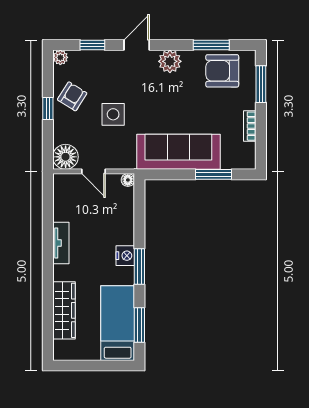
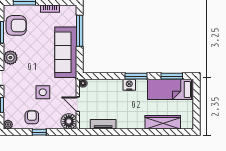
armchair: (222, 71) -> (16, 25), turned -90
armchair: (72, 96) -> (32, 117), turned 58
door: (94, 171) -> (78, 104), swing flipped
window: (214, 174) -> (80, 31), width x1.44
tv unit: (61, 243) -> (103, 124), moved

